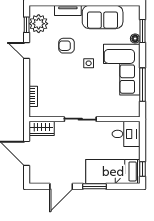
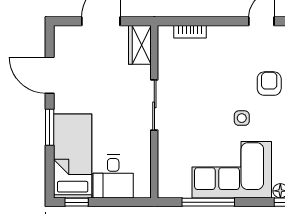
desk: (126, 134) -> (113, 177), moved

